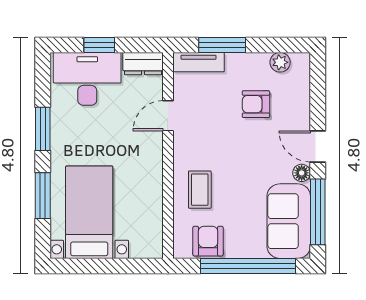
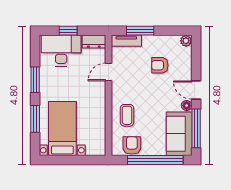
plant: (280, 62) -> (186, 41), moved

